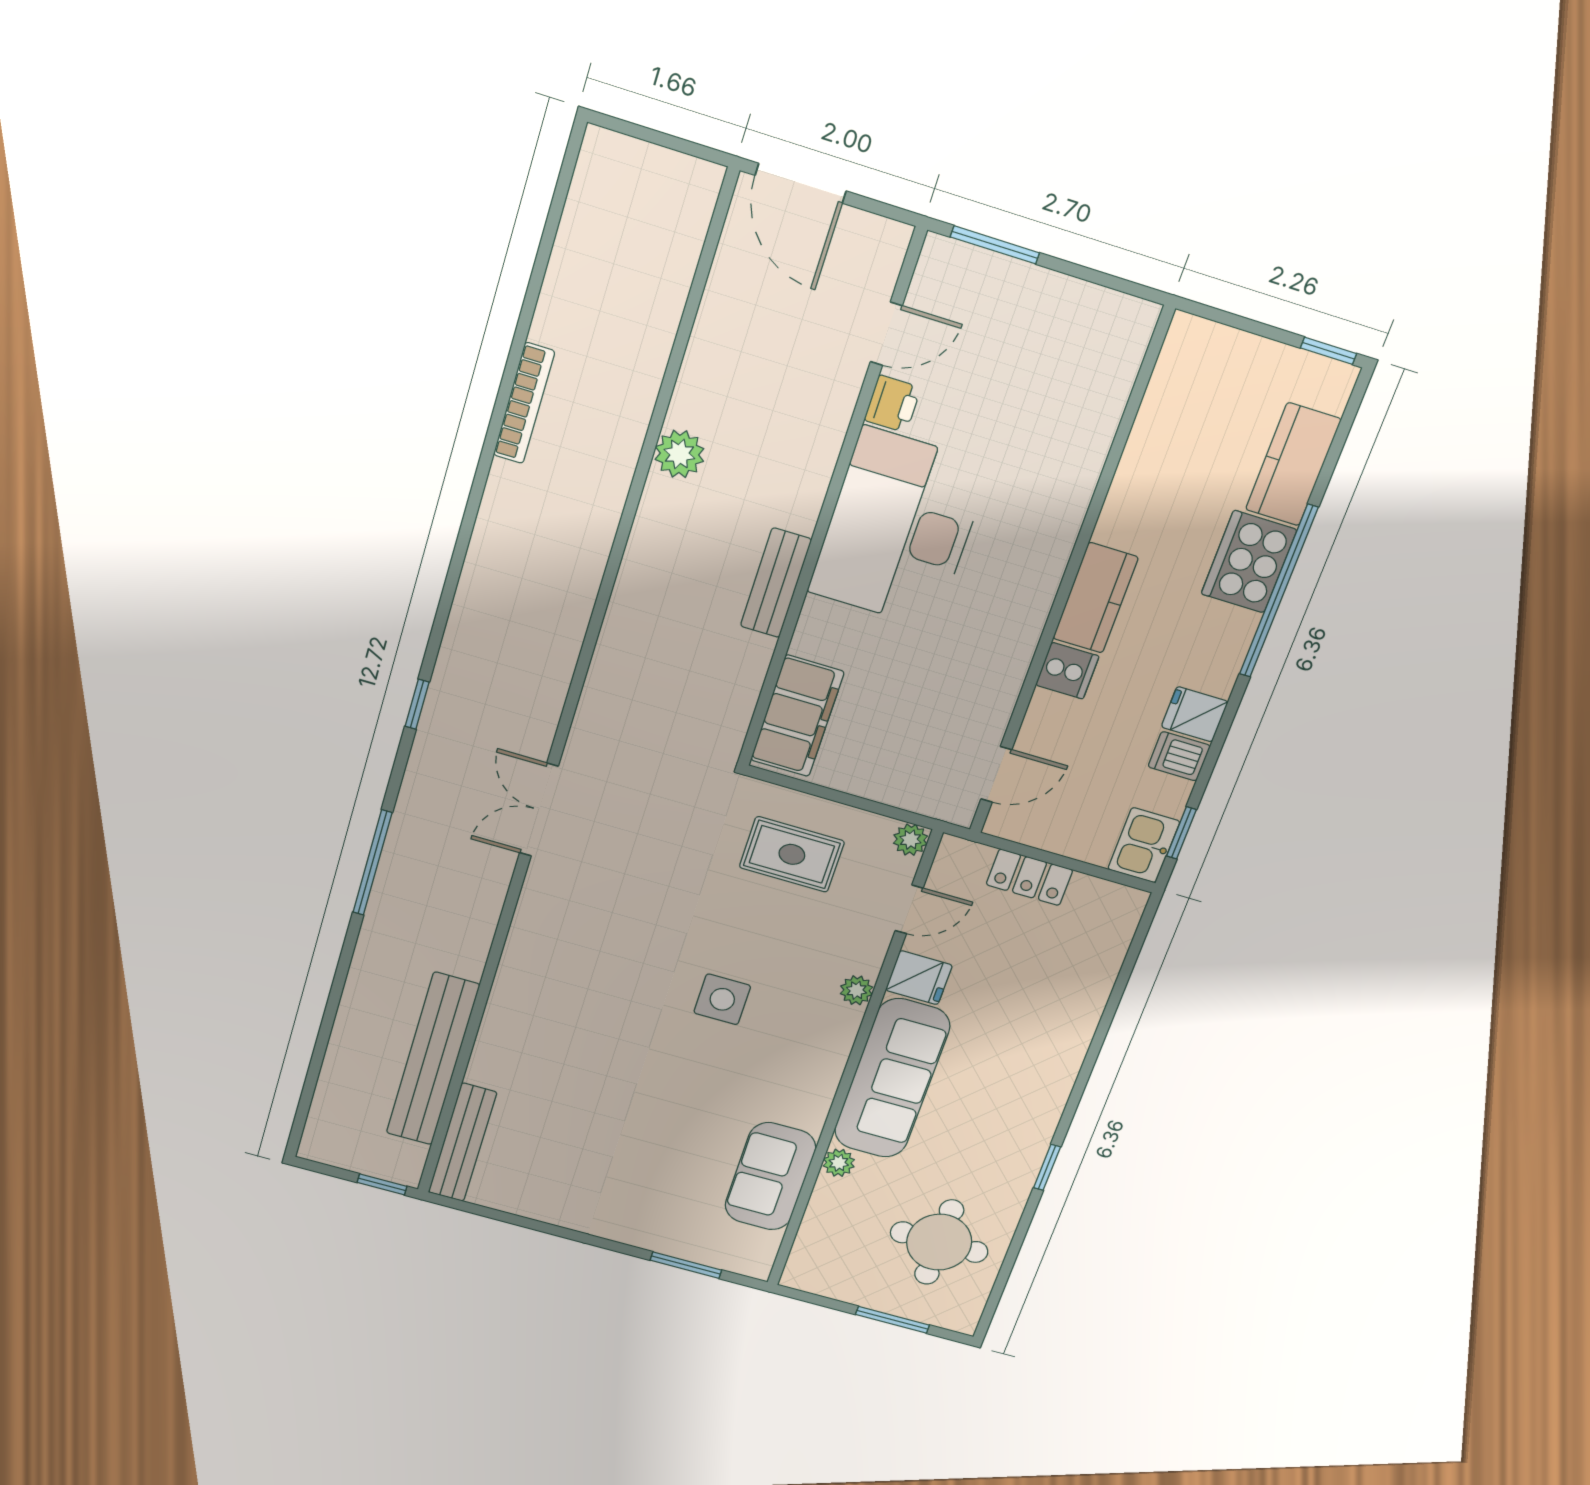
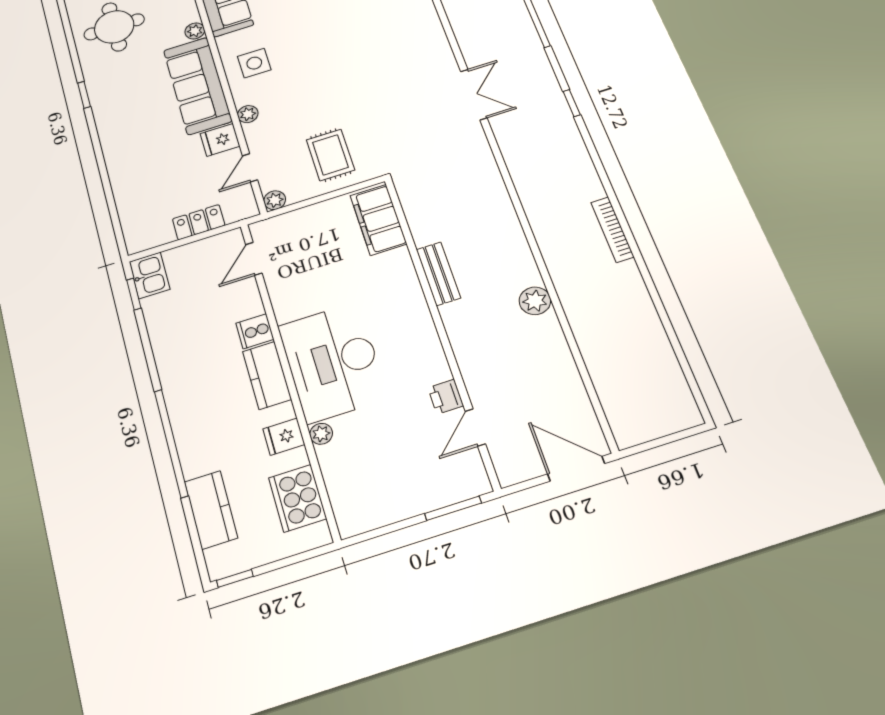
bookcase: (524, 403) -> (612, 230), moved
plant: (1085, 468) -> (321, 434), added
desk: (899, 528) -> (333, 362), moved, turned 180
cooker: (1249, 562) -> (297, 498), moved, turned 180
fridge: (1195, 714) -> (284, 437), moved, turned 180
dishwasher: (1179, 756) -> (163, 329), removed
rug: (792, 854) -> (330, 155), turned 90
side table: (722, 999) -> (254, 63), moved

